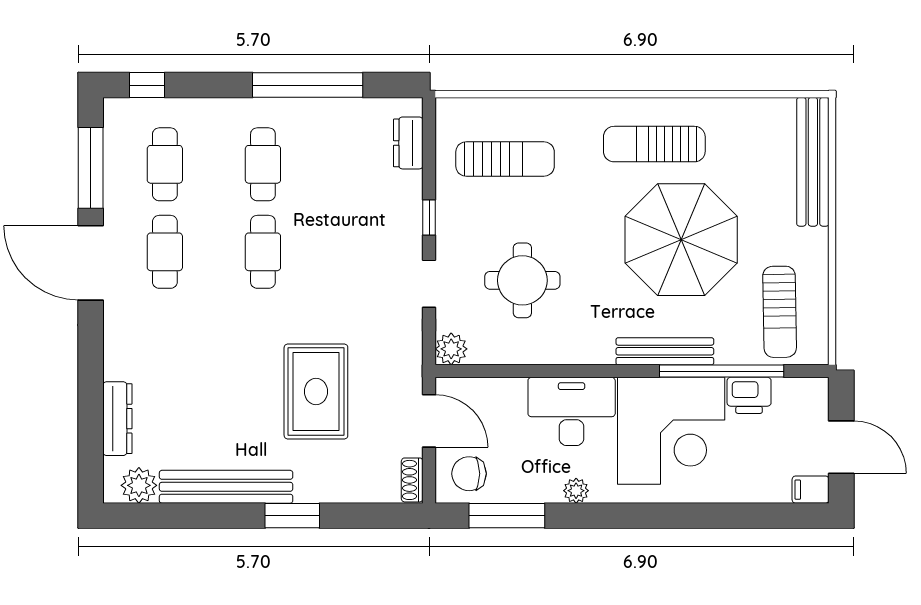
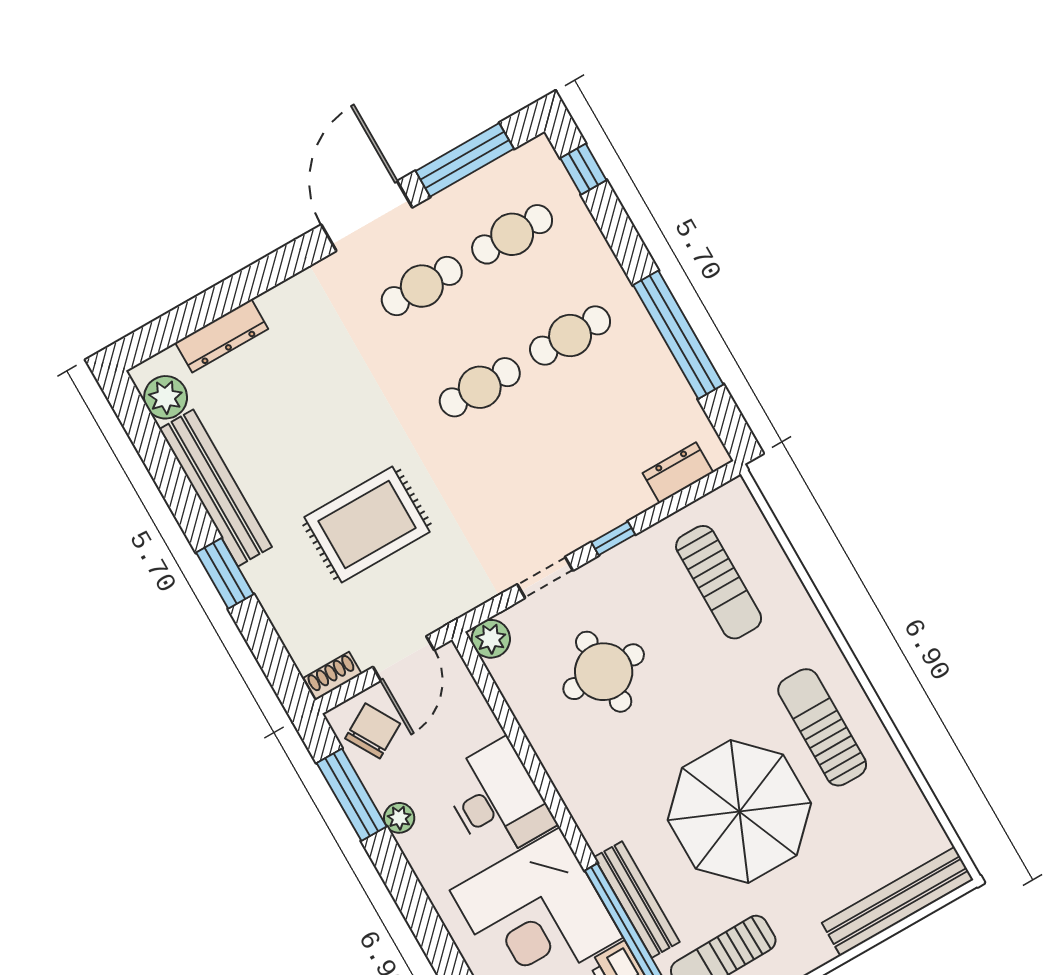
bench: (665, 351) -> (637, 900), moved
chair: (469, 474) -> (373, 731), turned 60
plant: (576, 491) -> (399, 818), moved

